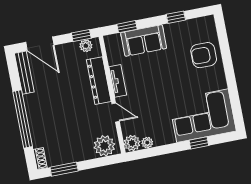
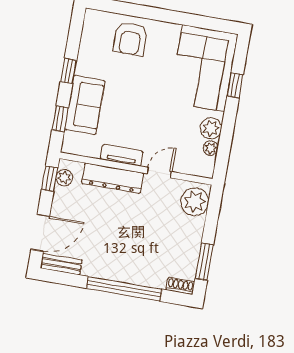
window: (176, 17) -> (69, 71), moved
bench: (24, 73) -> (61, 264), width x0.73
plant: (132, 143) -> (211, 128), moved

